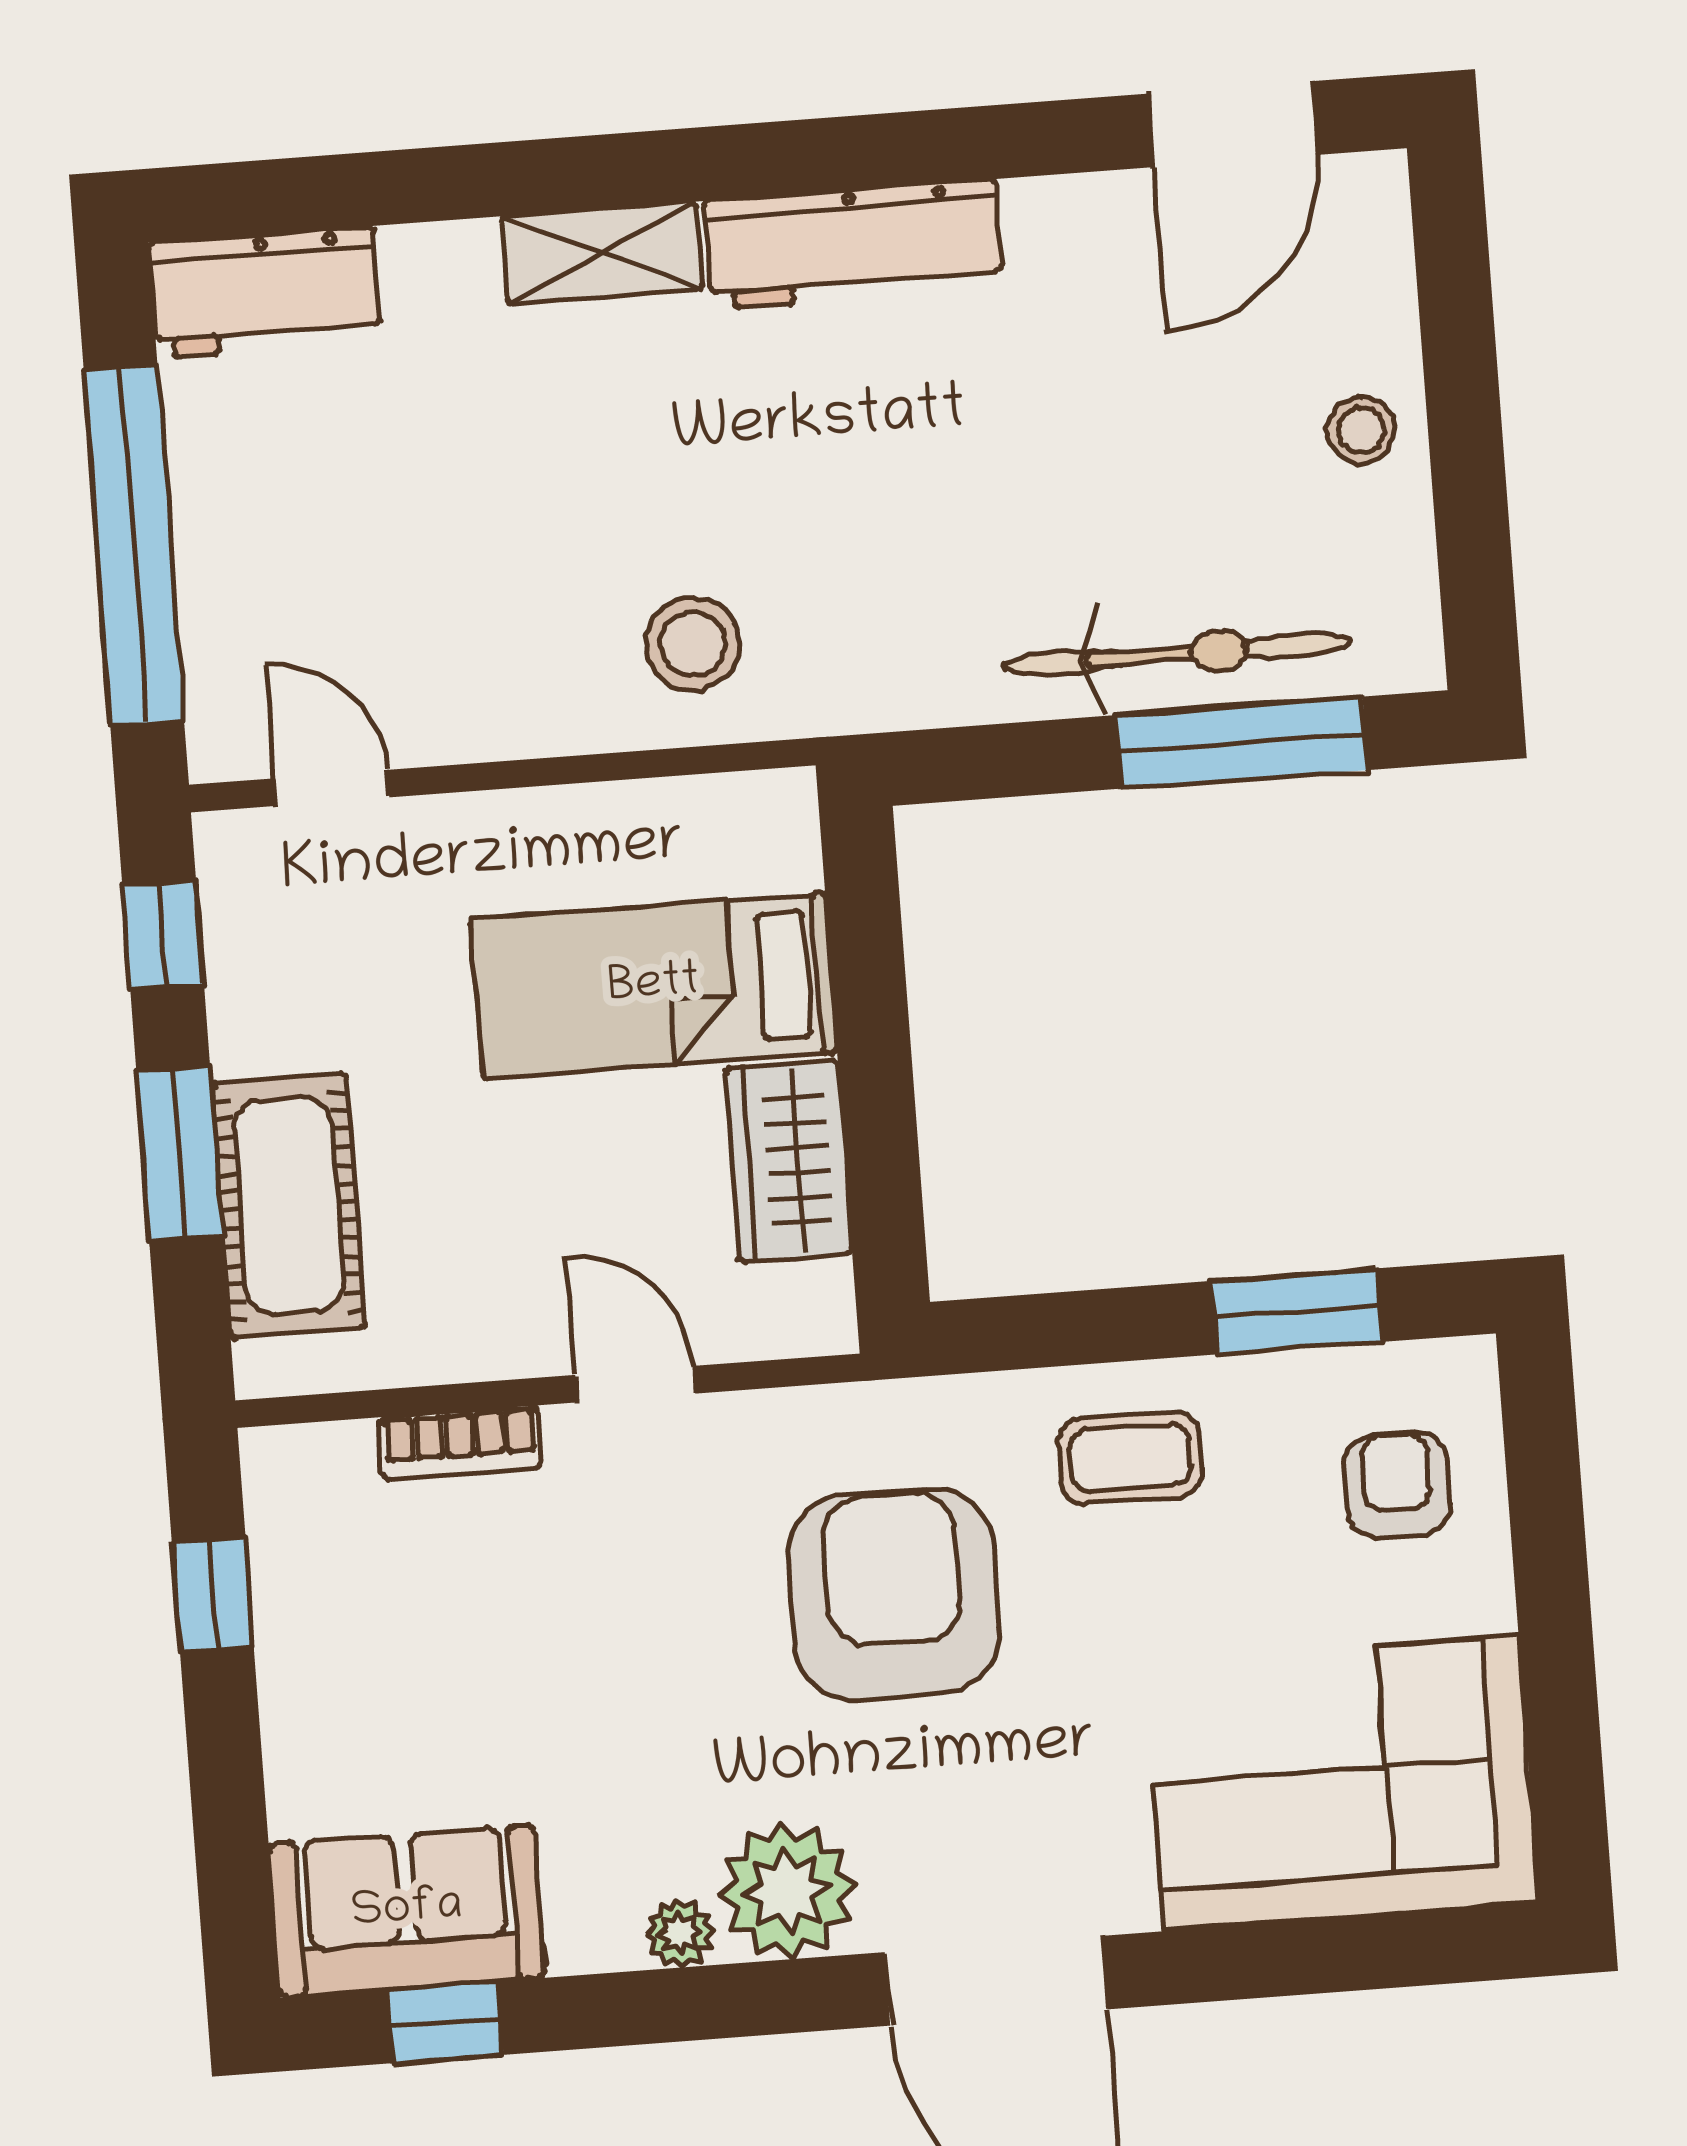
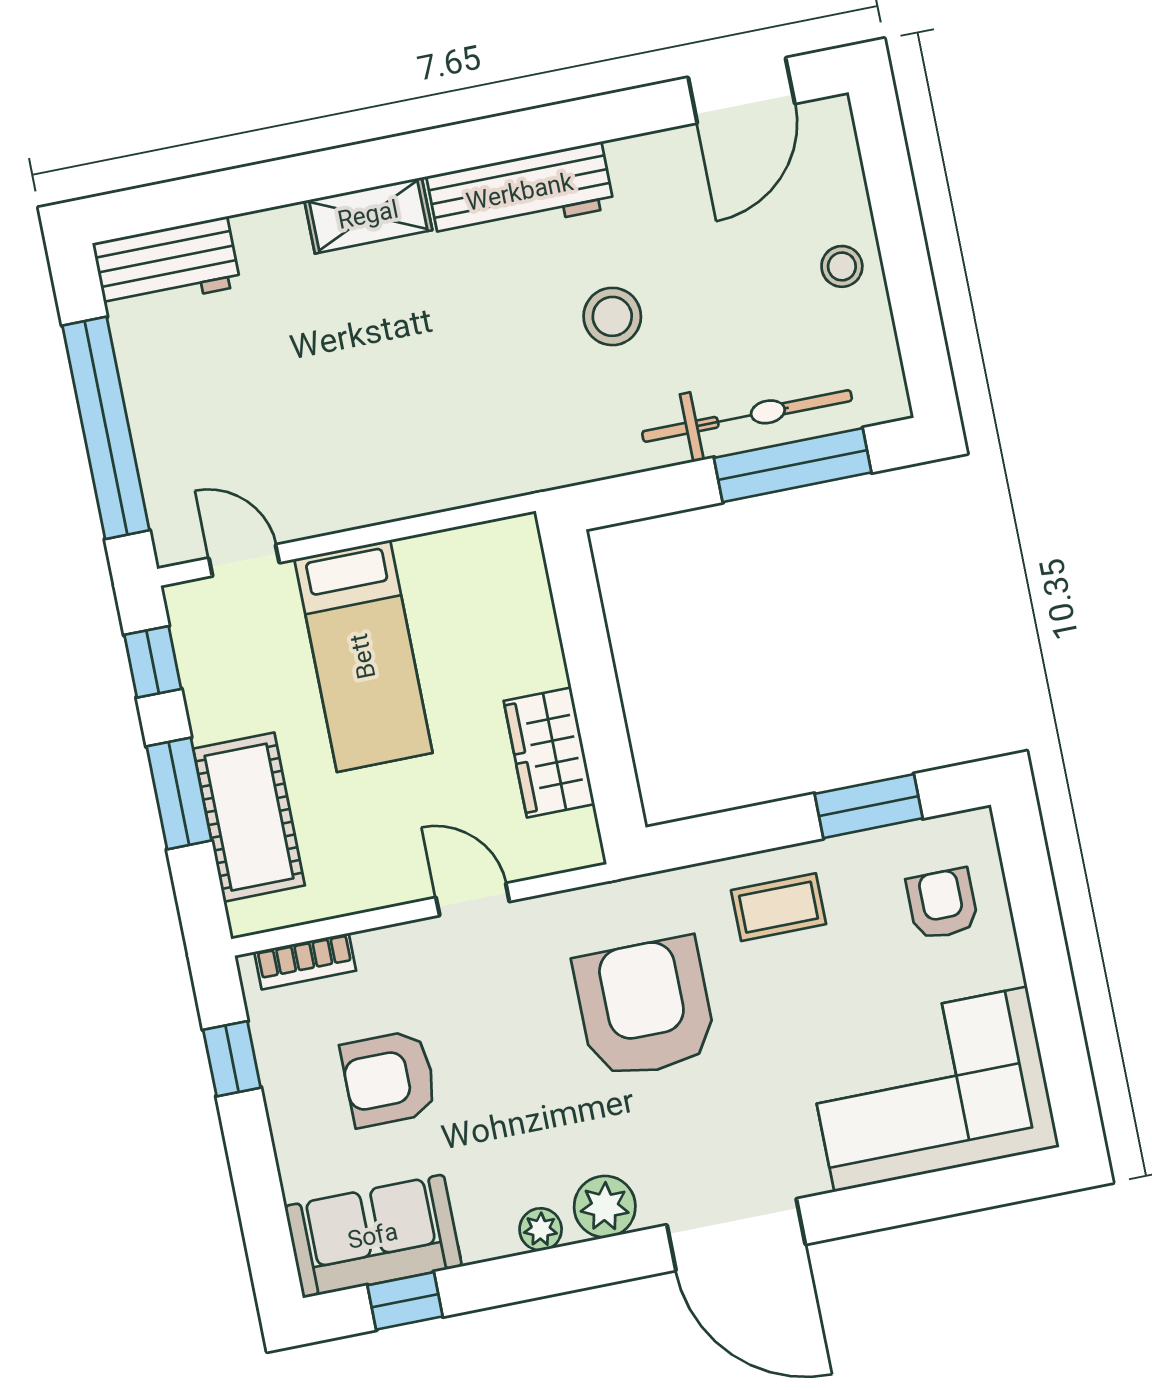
stool: (693, 644) -> (612, 316), moved
bed: (654, 986) -> (363, 656), moved, turned -90
bookcase: (460, 1443) -> (305, 961), moved
armchair: (464, 1658) -> (389, 1079), added
plant: (787, 1891) -> (605, 1207), width x0.73, depth x0.73

